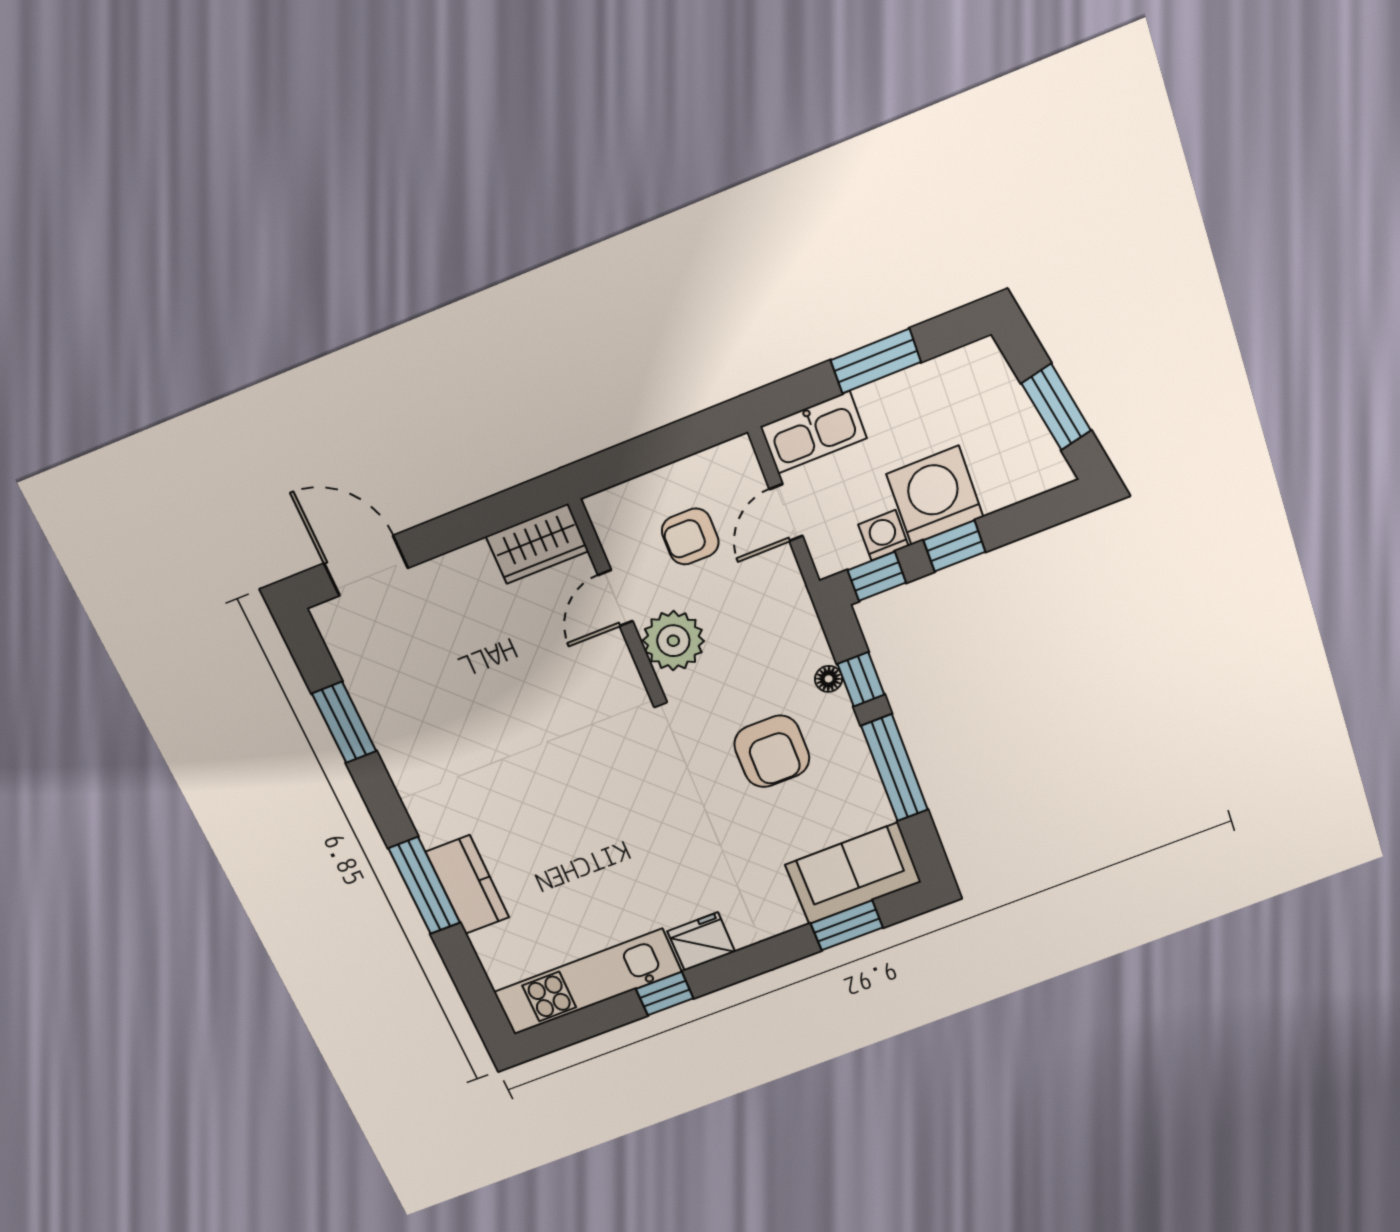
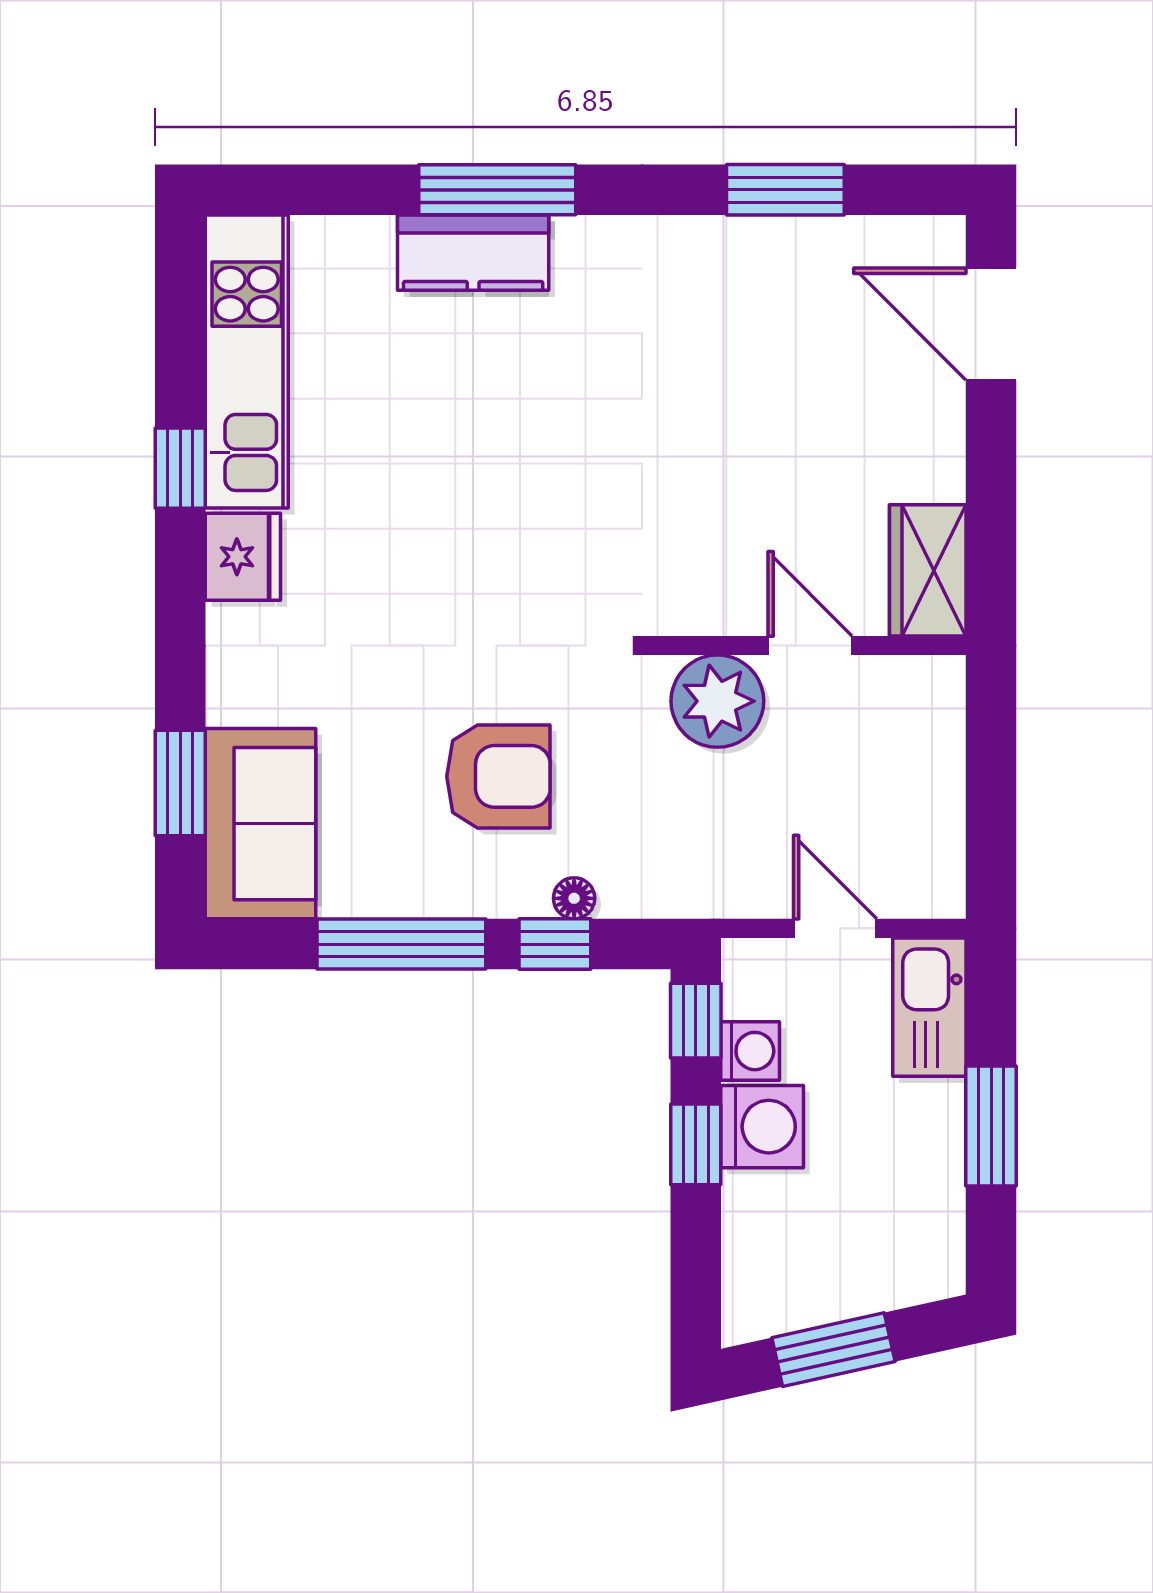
washing machine: (935, 496) -> (762, 1127), width x0.73, depth x0.73
armchair: (690, 537) -> (854, 784), removed
door: (366, 566) -> (991, 324), swing flipped
armchair: (772, 751) -> (498, 776), turned 180

